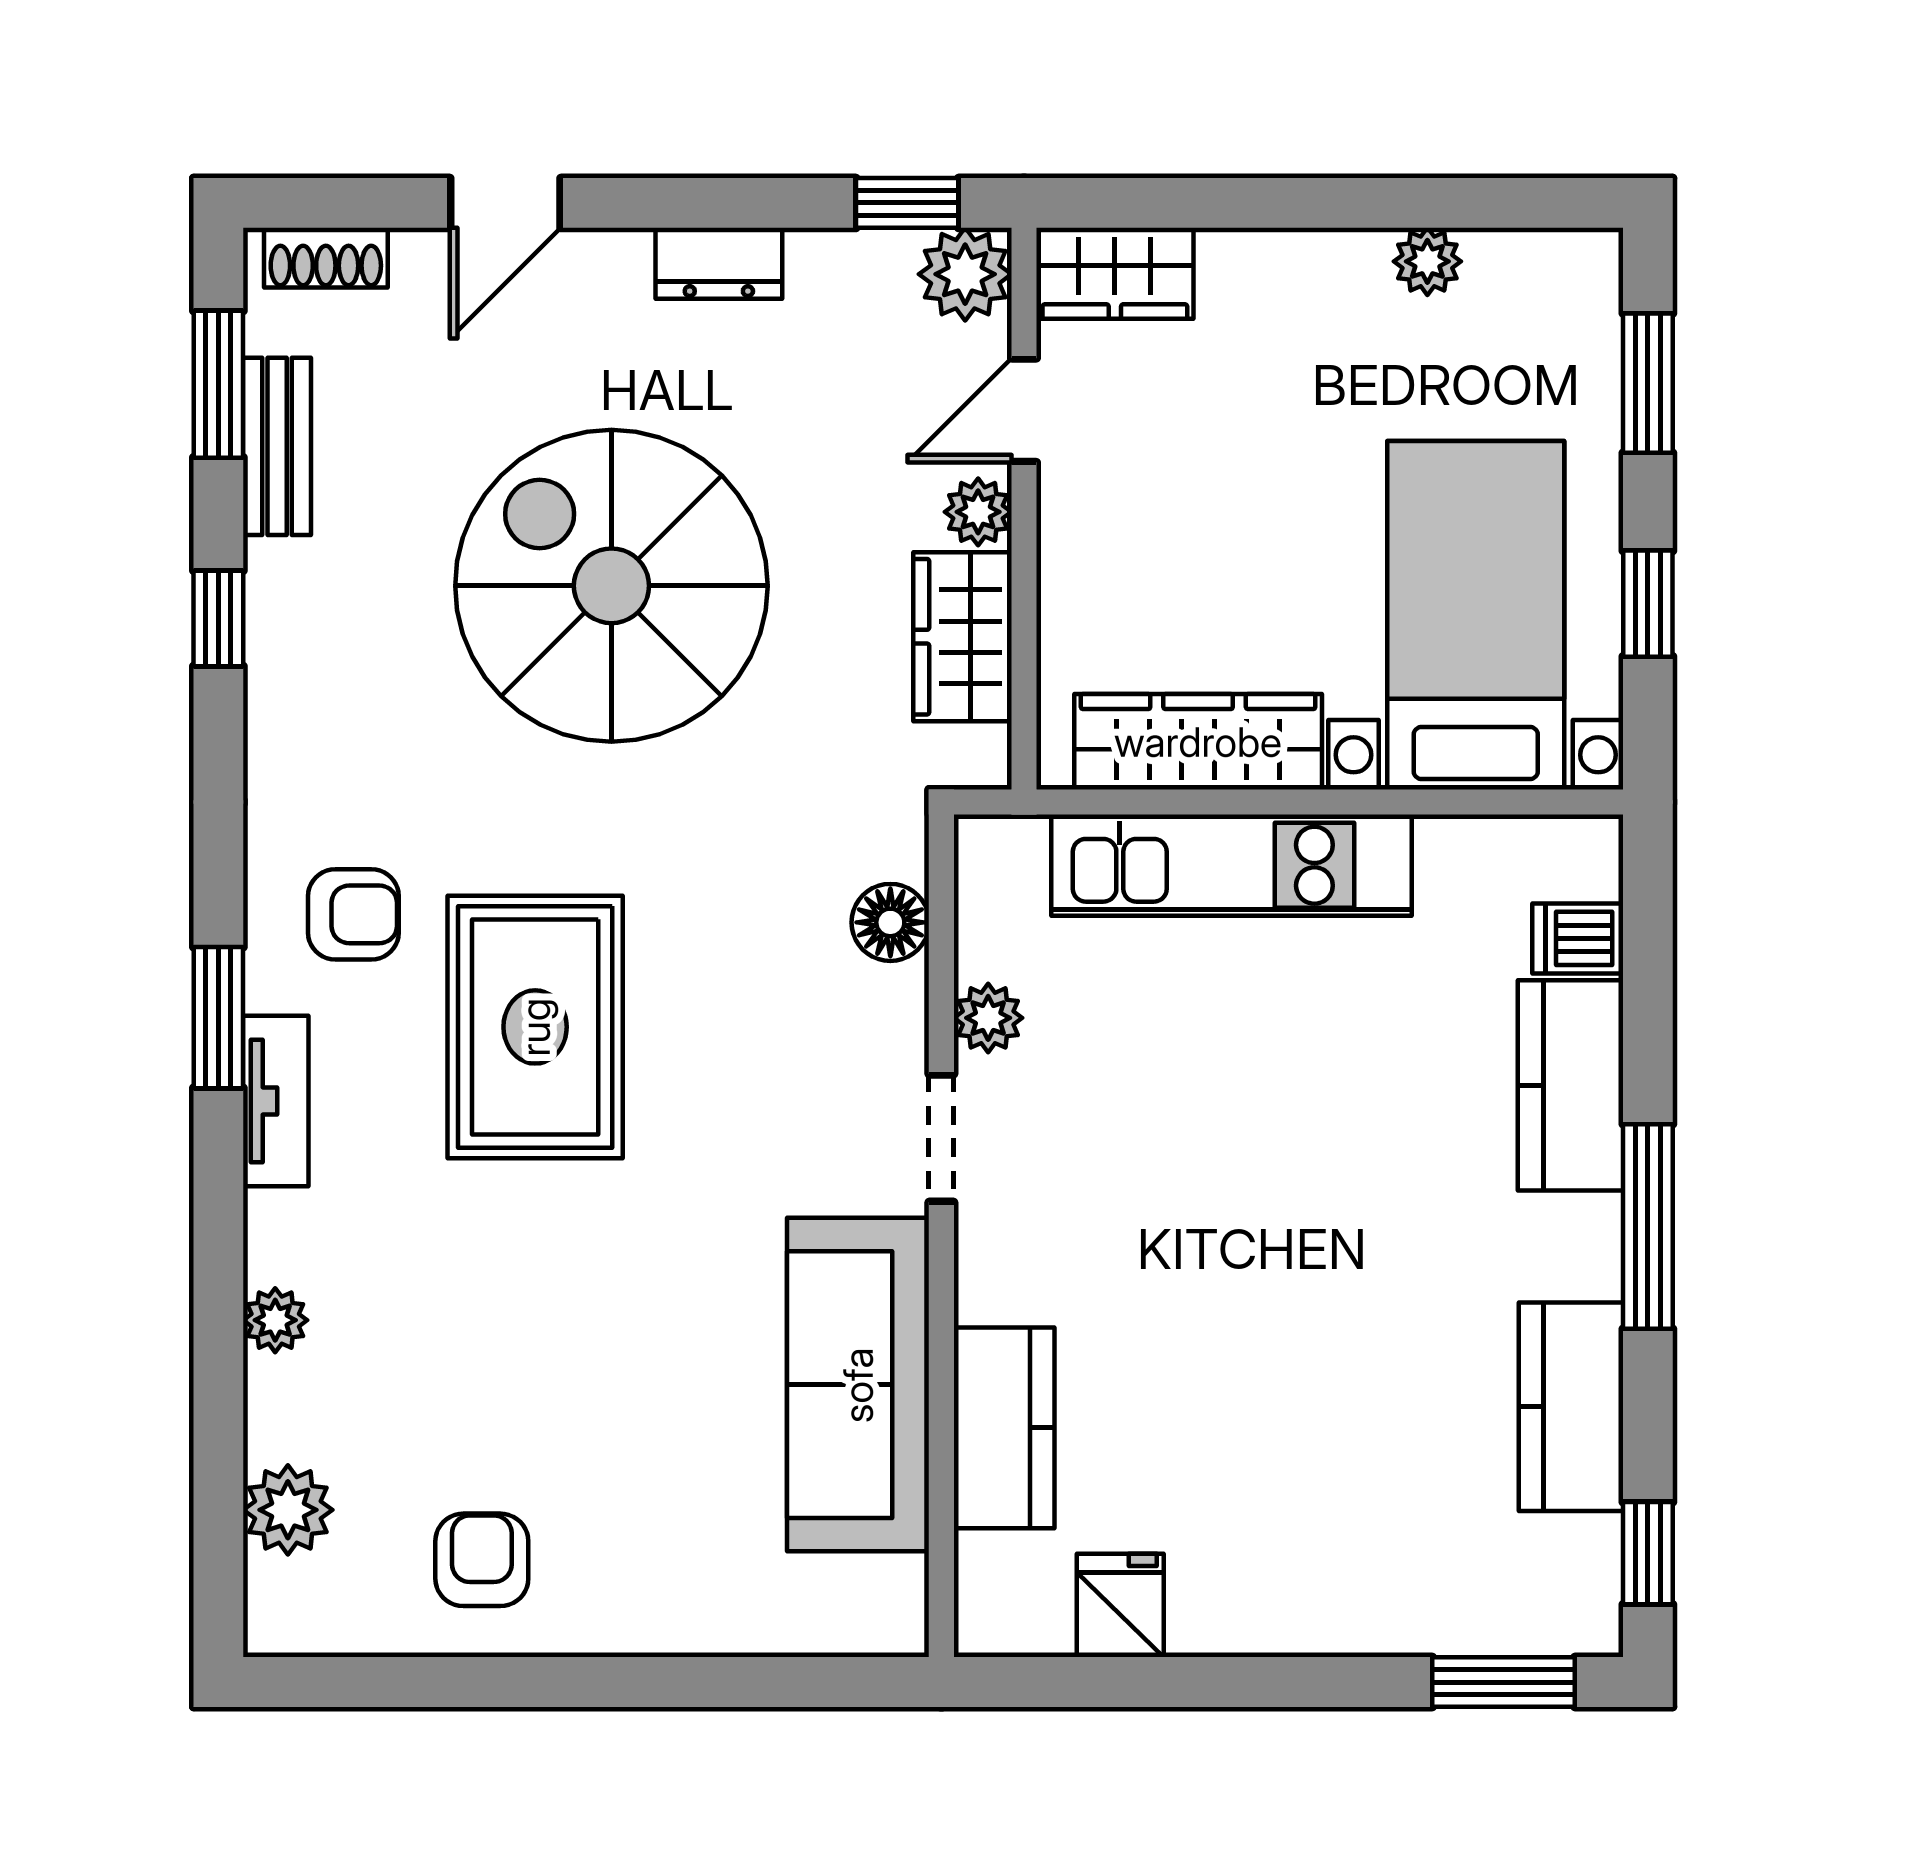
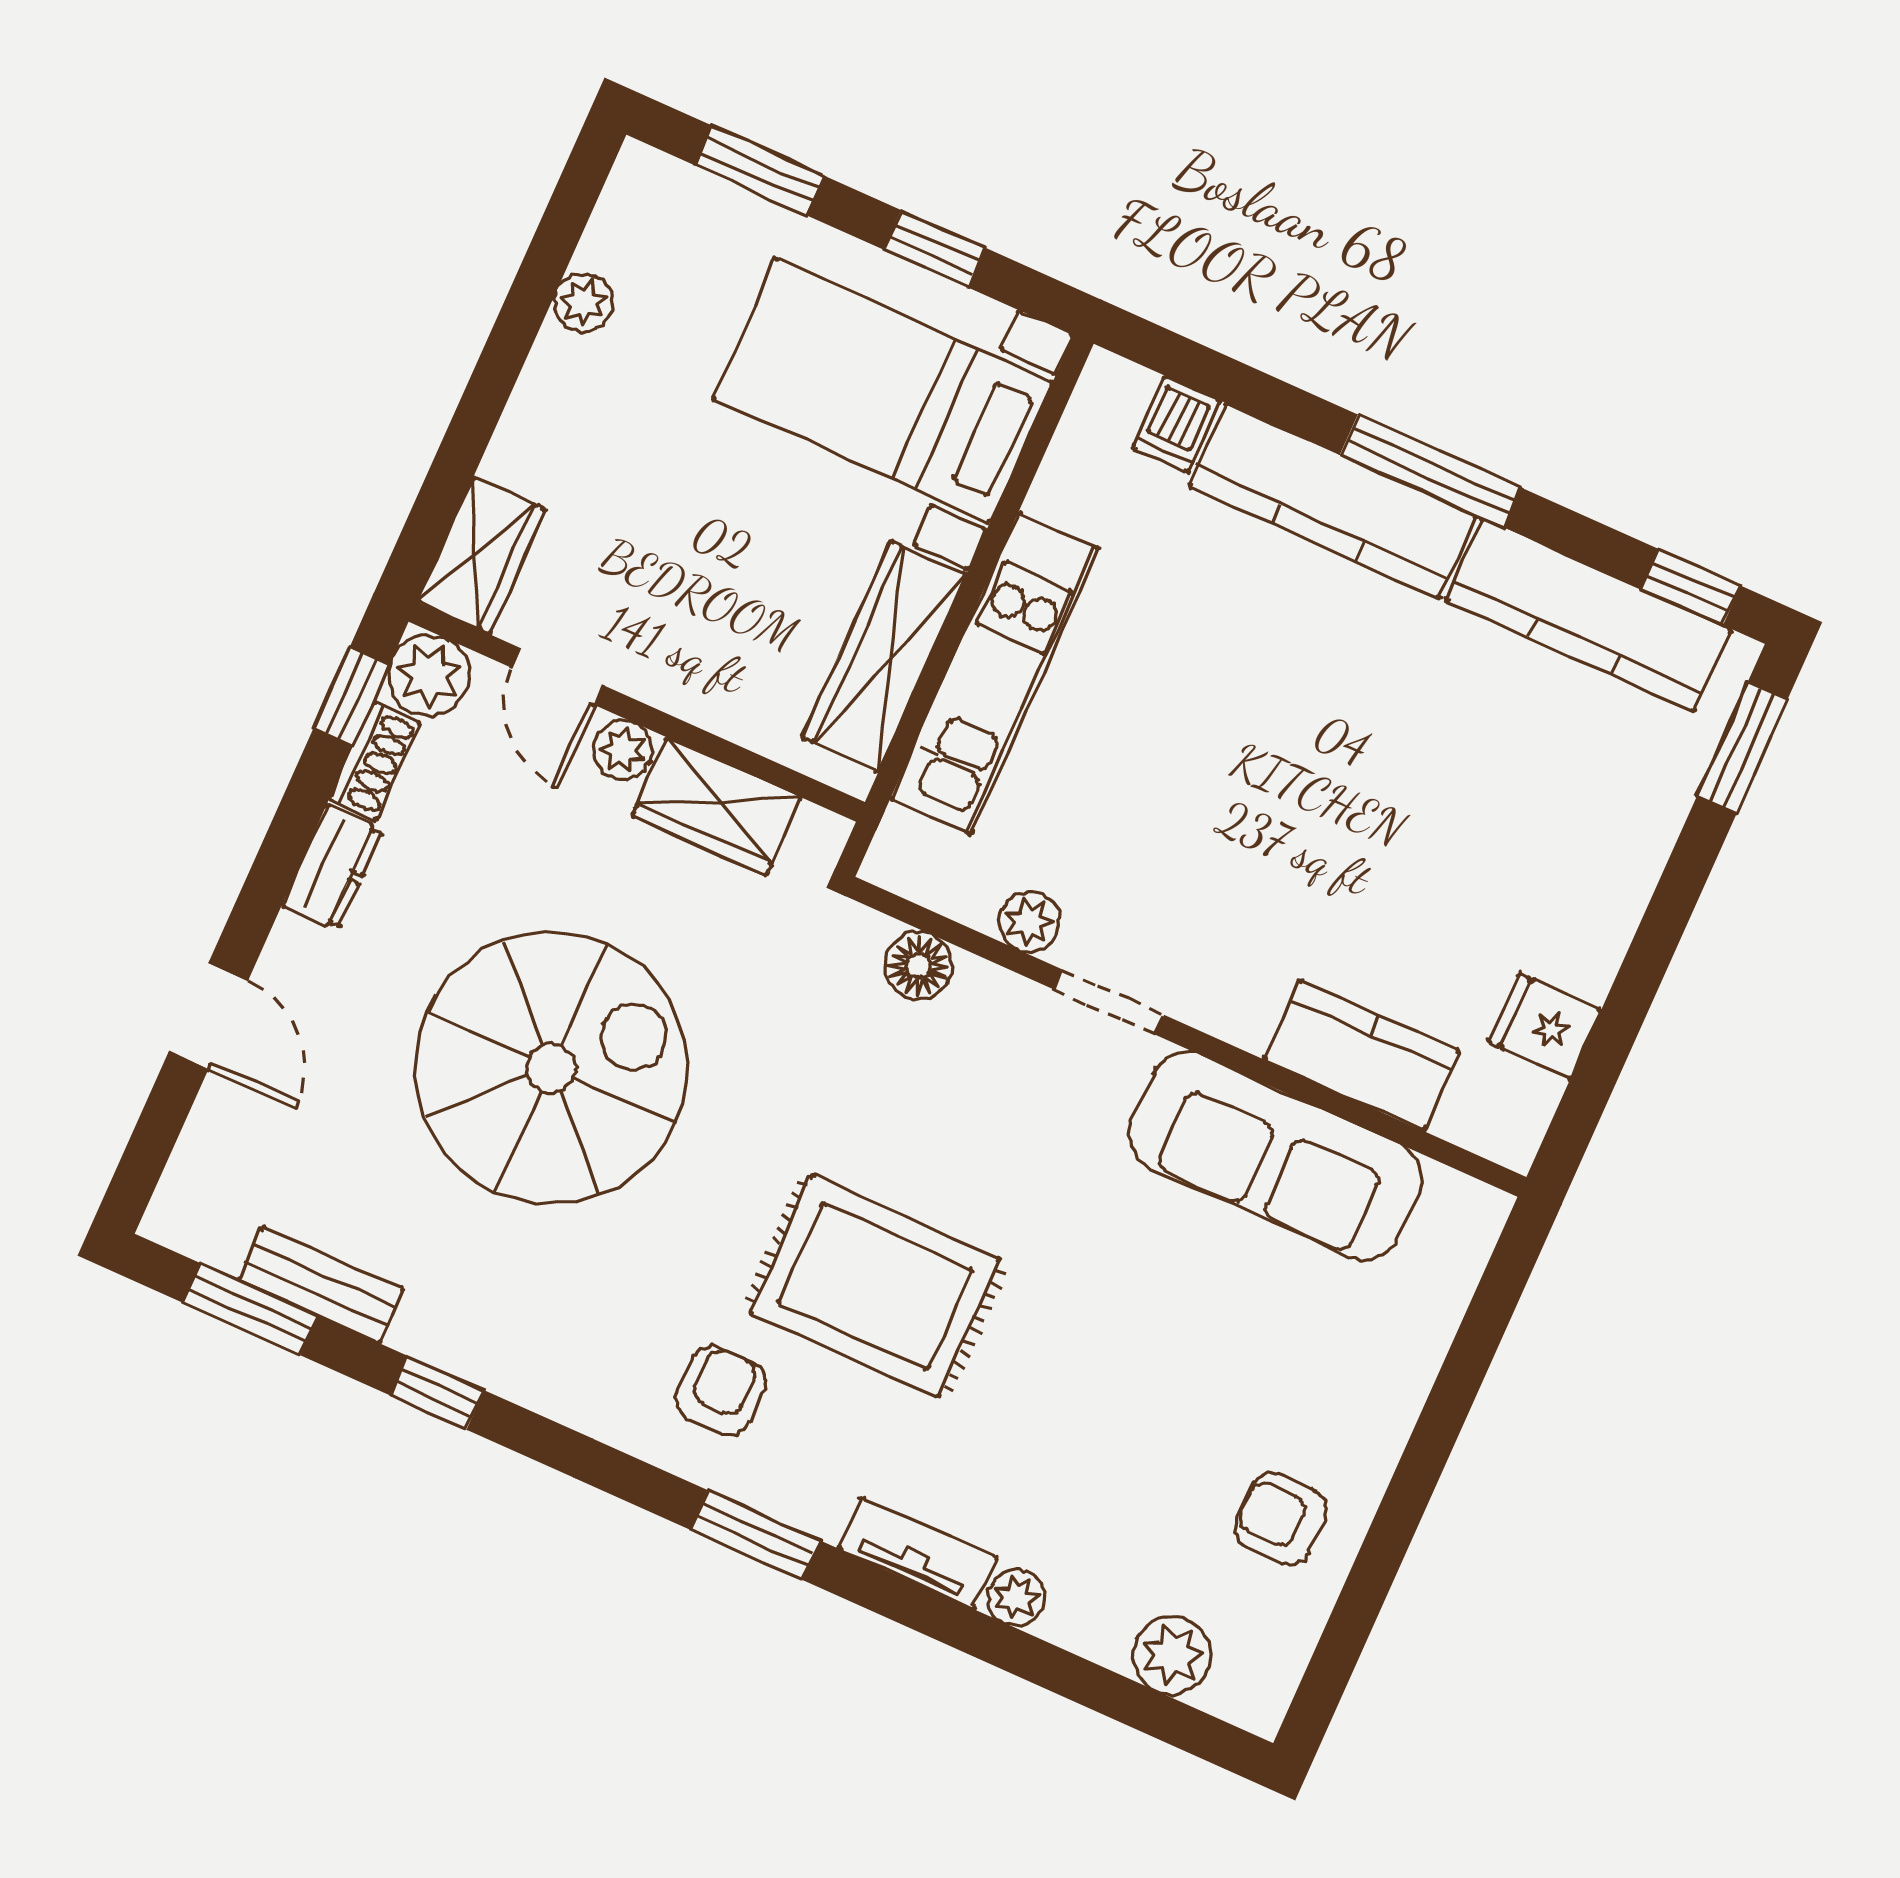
shoe rack: (326, 258) -> (375, 761), moved
spiral stairs: (611, 586) -> (551, 1068), turned 180
kitchen counter: (1570, 1085) -> (1333, 501), width x1.50
tv unit: (276, 1101) -> (918, 1553), moved
kitchen counter: (1571, 1407) -> (1588, 615), width x1.50

